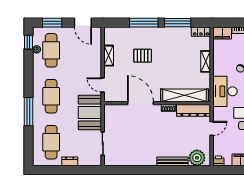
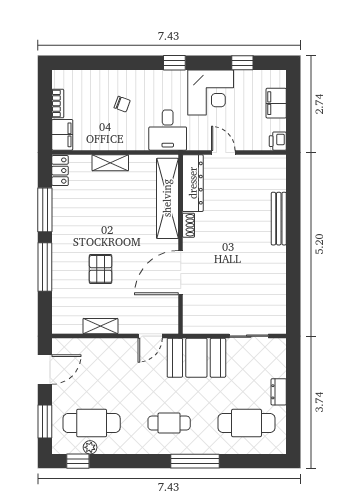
desk: (225, 91) -> (168, 130), width x0.73
cafe table: (51, 96) -> (169, 423), width x0.73, depth x0.74
plant: (197, 158) -> (273, 177), removed

